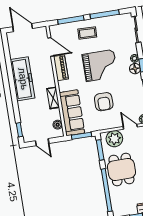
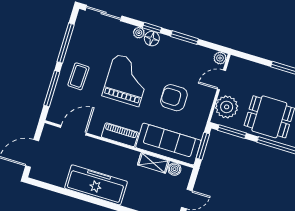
piano: (61, 68) -> (120, 135), moved
shelving: (53, 98) -> (153, 163), moved
armchair: (104, 102) -> (174, 98), turned 180

